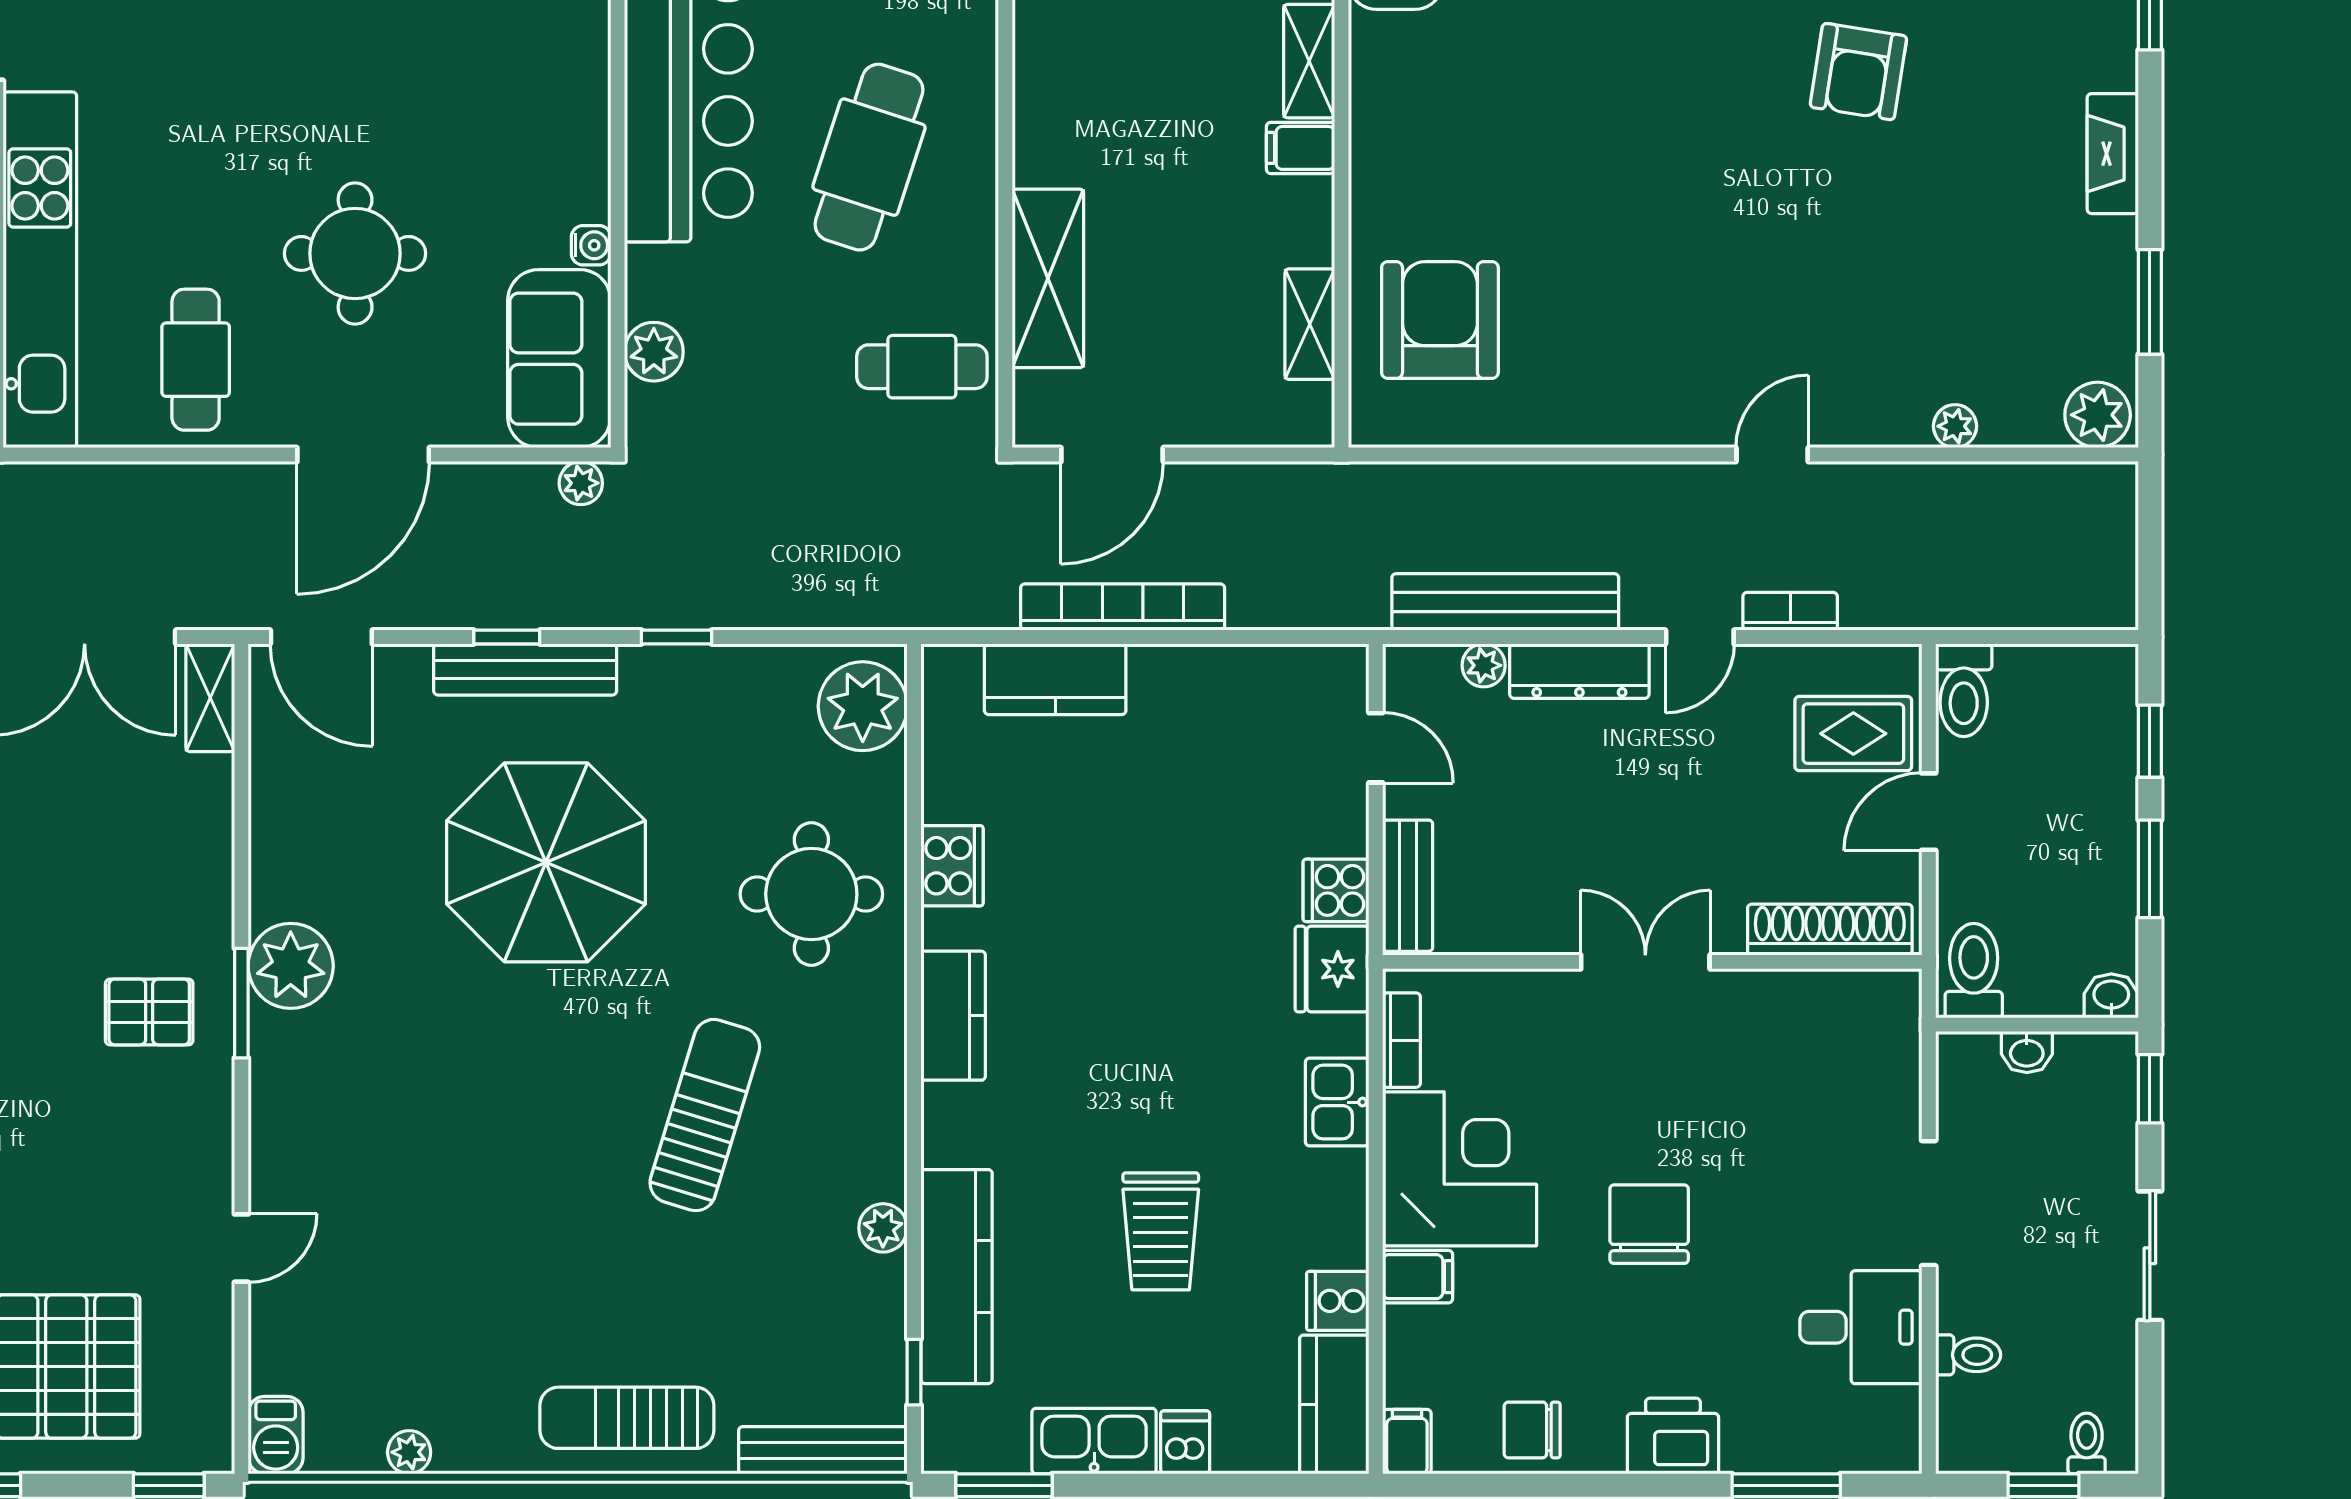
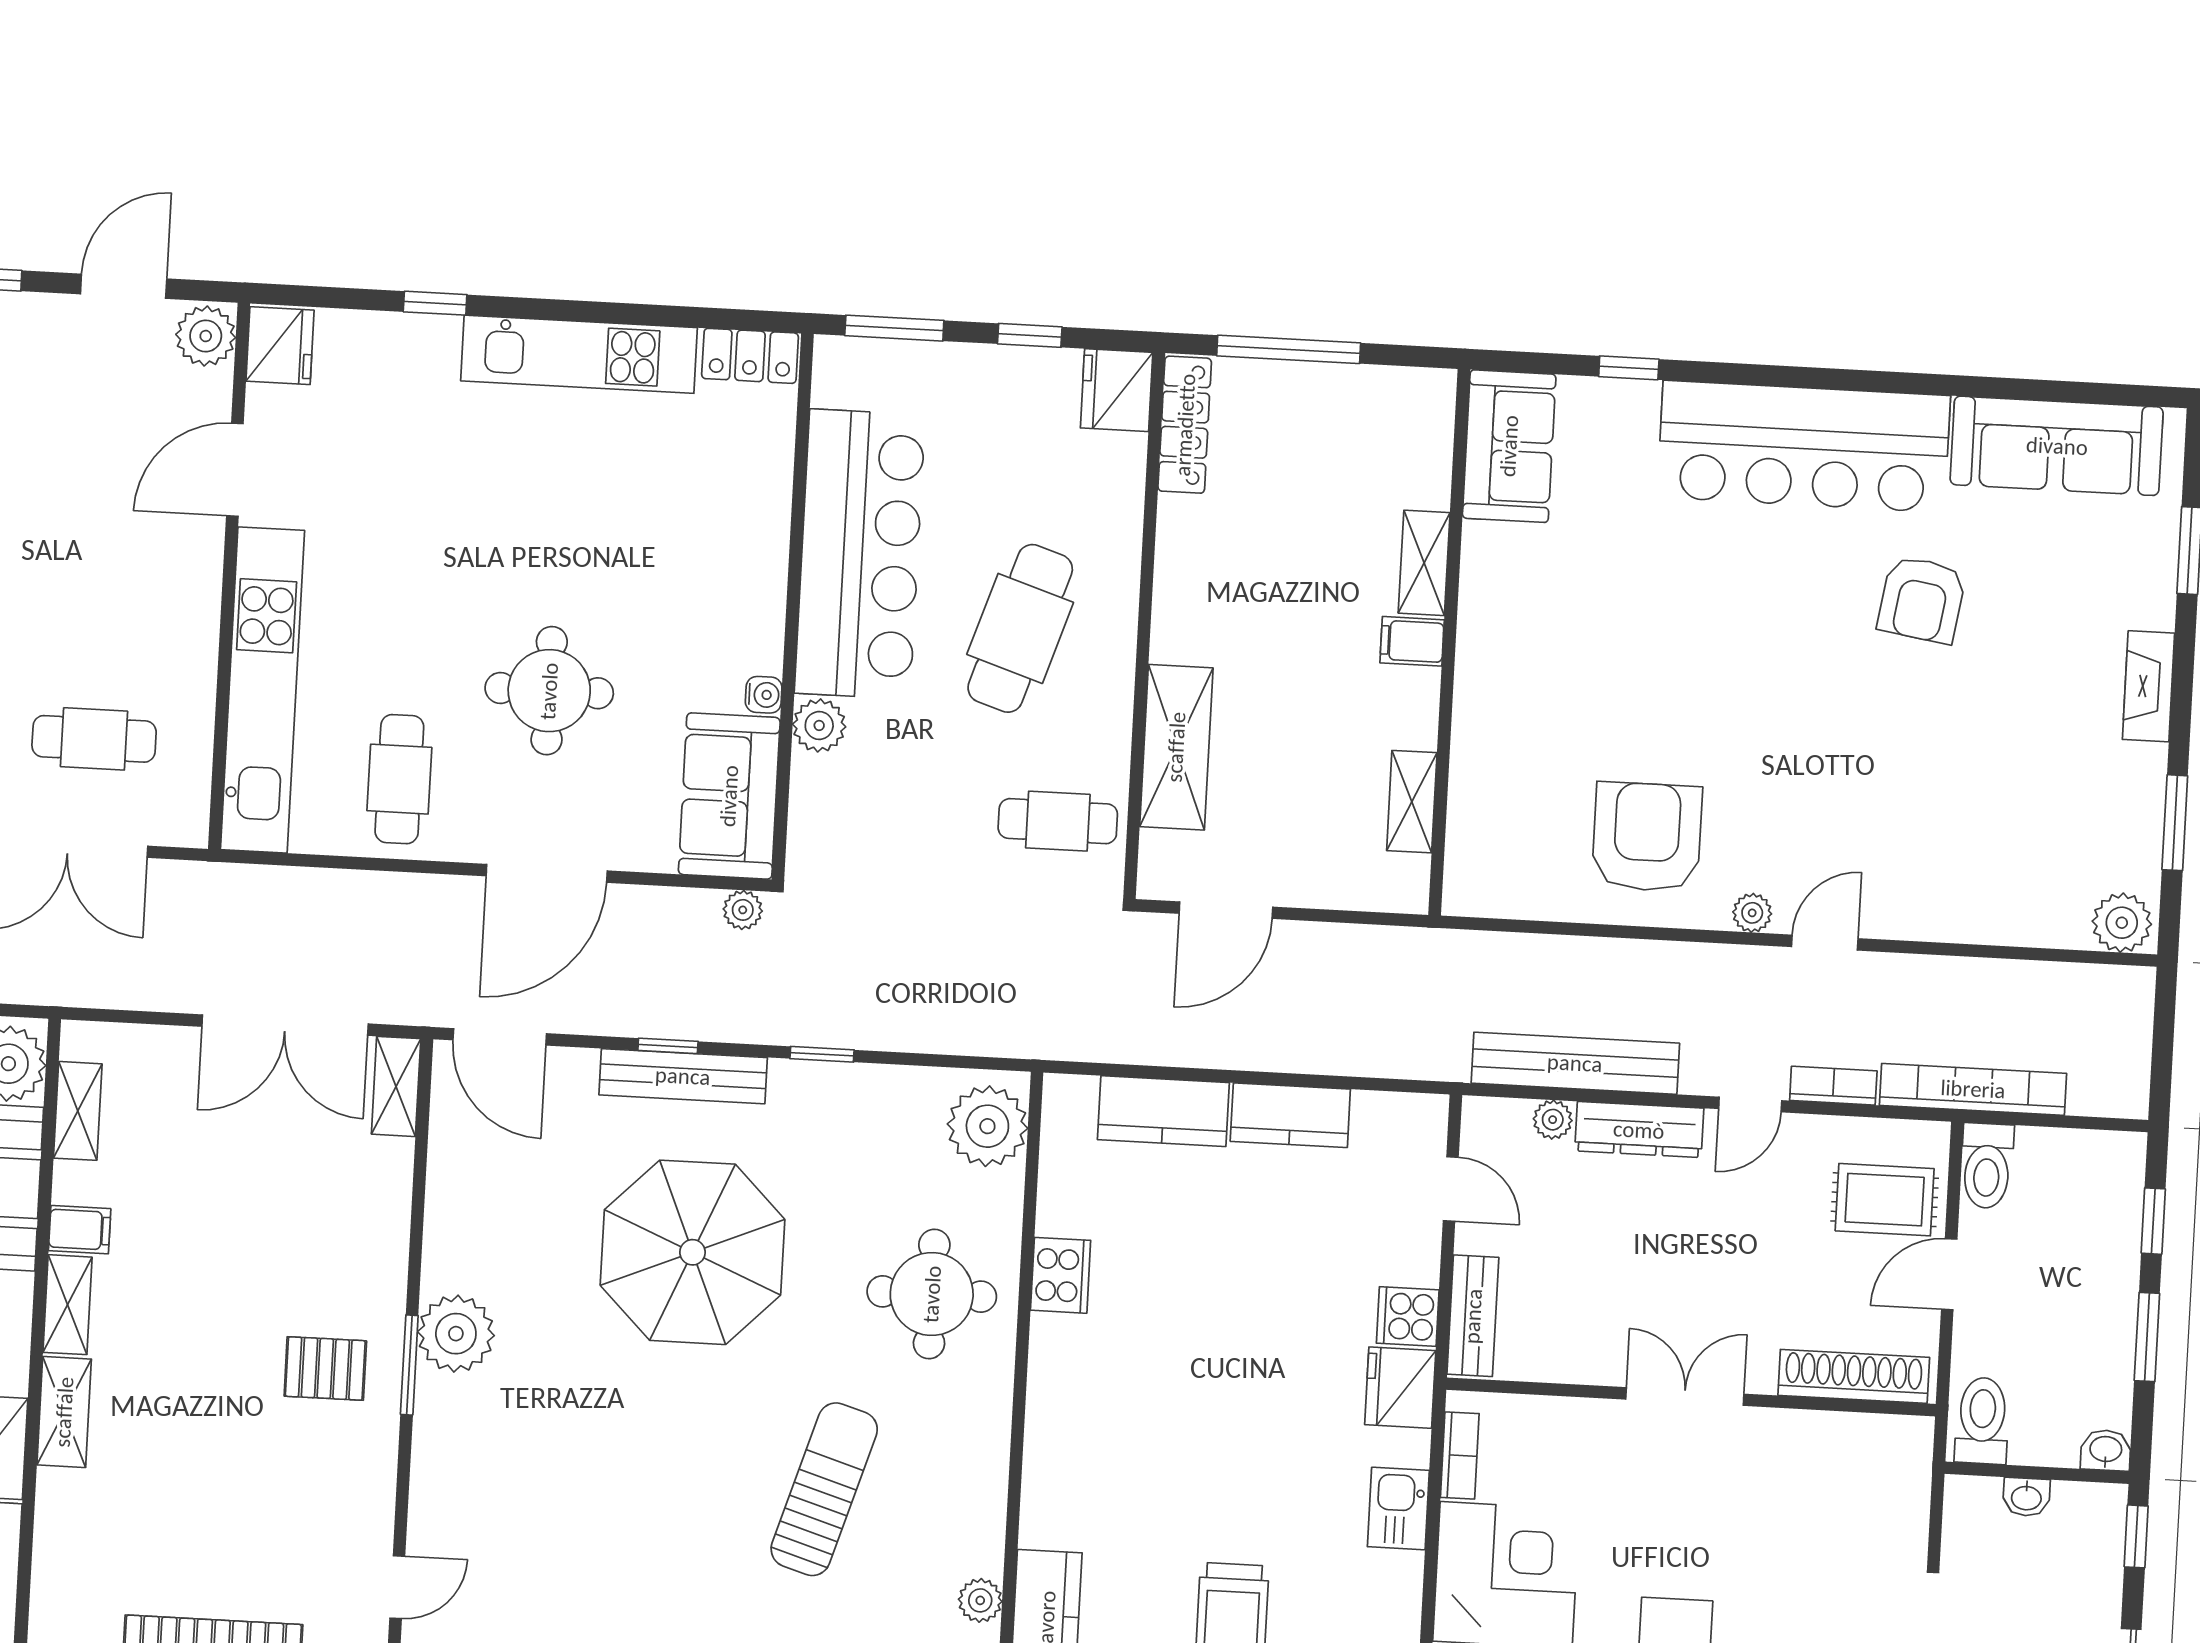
armchair: (1440, 320) -> (1647, 837), moved
plant: (654, 352) -> (819, 725), moved
plant: (1955, 426) -> (1752, 913), moved
bookcase: (1123, 607) -> (1973, 1089), moved
kitchen counter: (953, 1016) -> (1290, 1115), moved, turned 90

